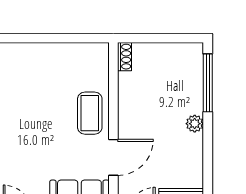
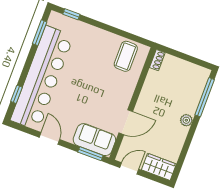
coffee table: (90, 113) -> (126, 56), moved

